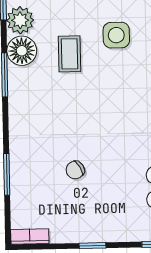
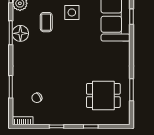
floor lamp: (22, 51) -> (20, 33), moved
chair: (75, 170) -> (37, 98), moved

